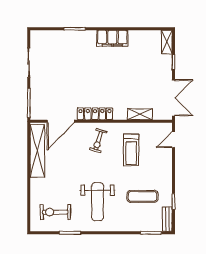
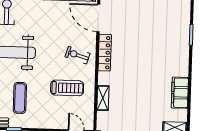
filing cabinet: (112, 38) -> (180, 93), moved
treadmill: (131, 150) -> (67, 88), turned 180

